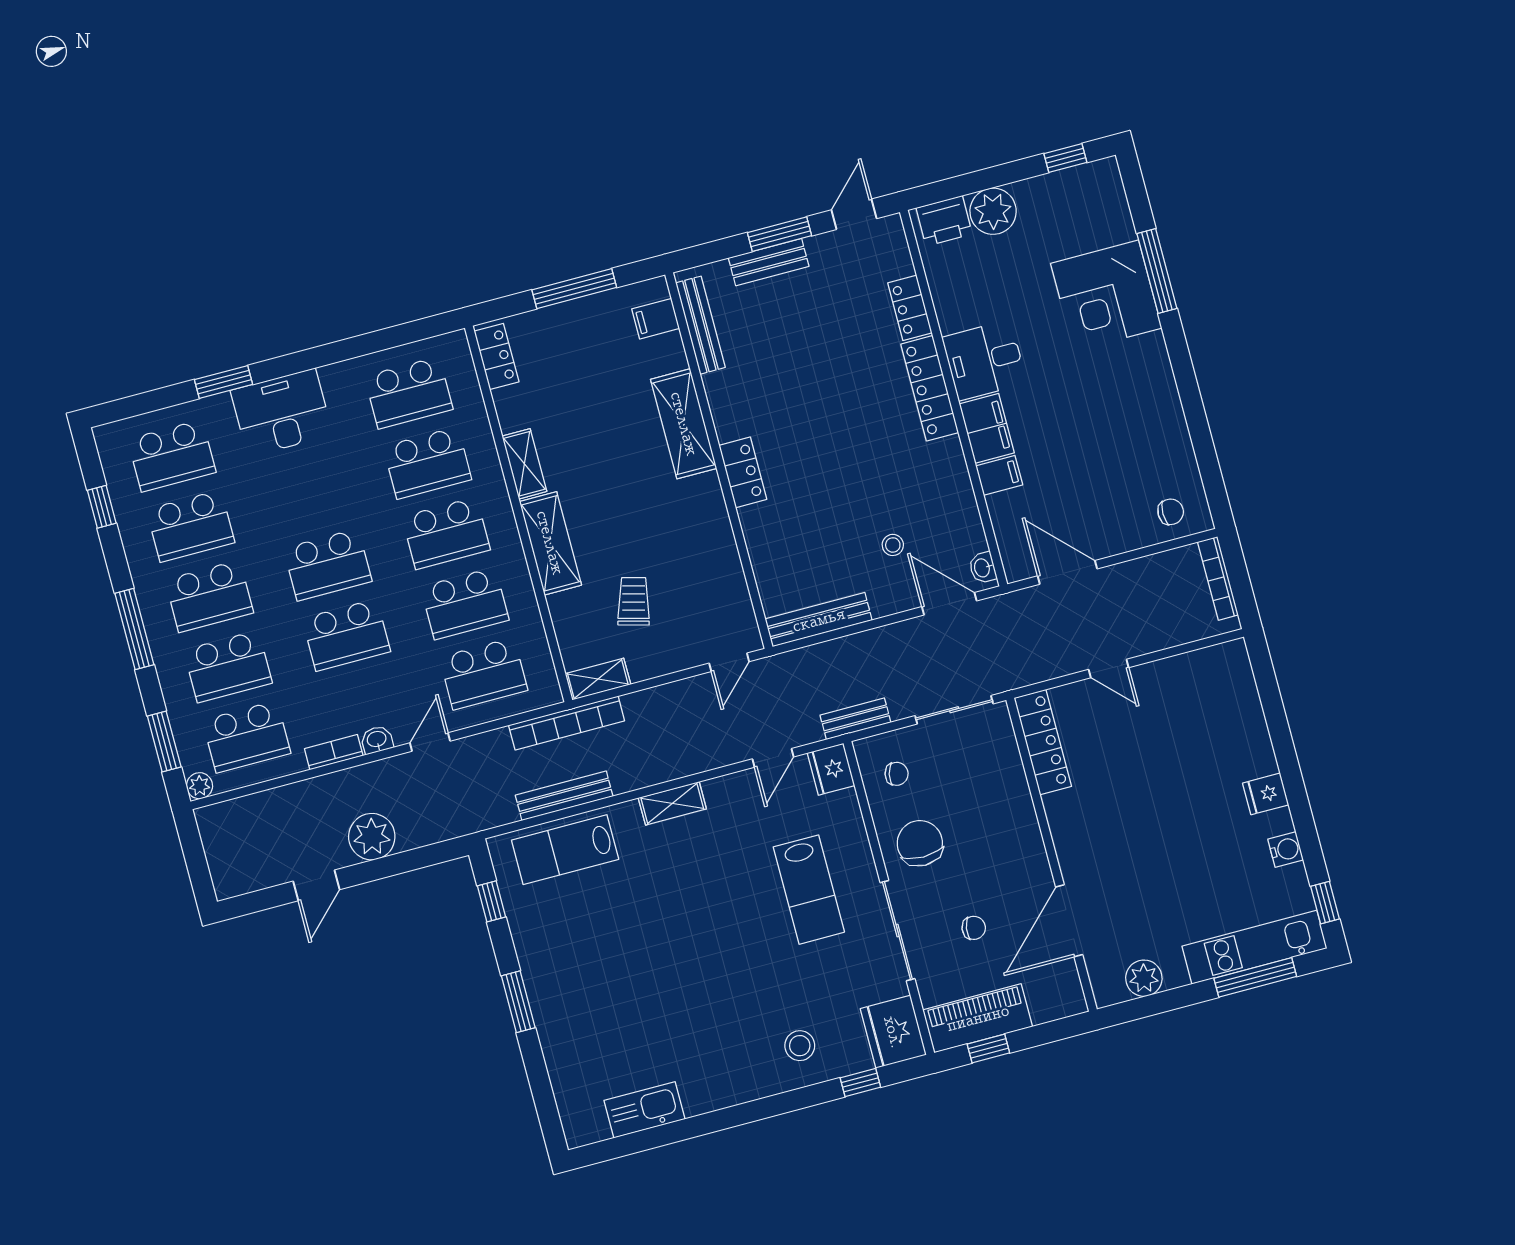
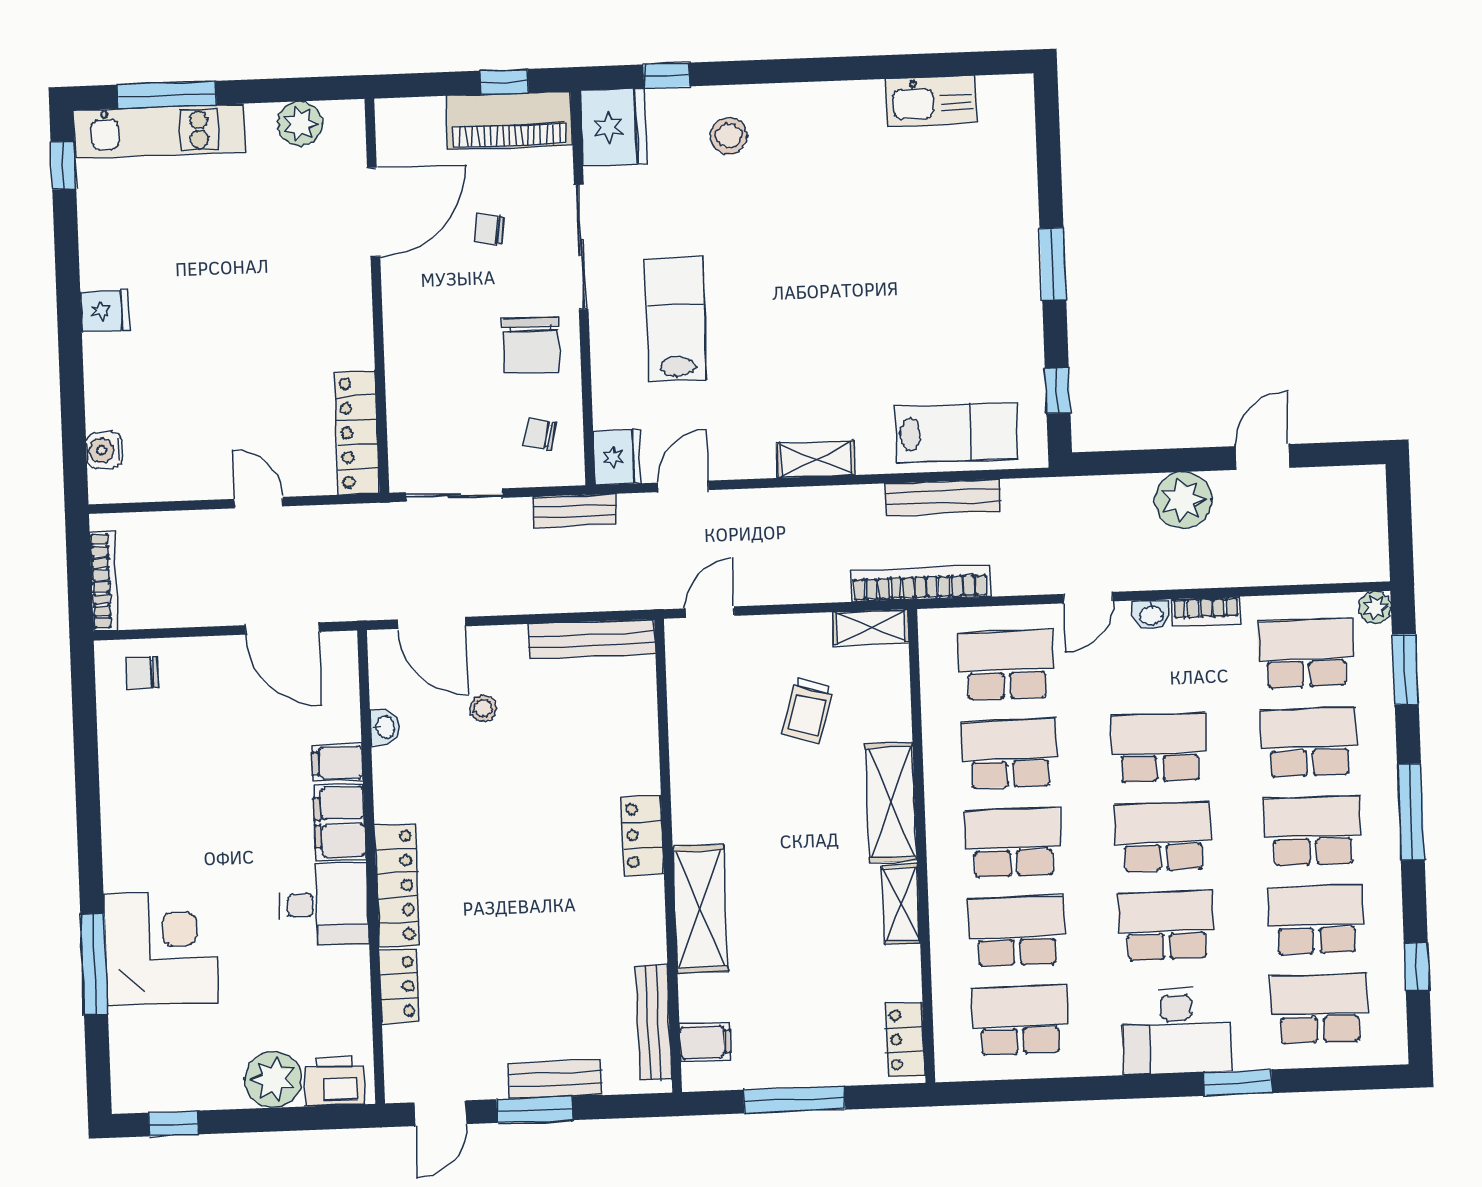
school desk: (309, 495) -> (1166, 925), added
washbasin: (983, 568) -> (385, 727), moved
water cooler: (1286, 849) -> (104, 450), moved

